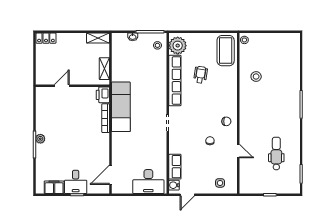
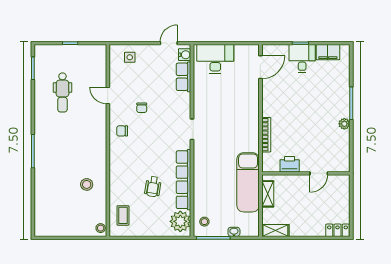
coffee table: (226, 51) -> (123, 215), width x0.54, depth x0.58
printer: (103, 95) -> (290, 164), moved, turned -90
exam couch: (121, 107) -> (248, 182), moved
plant: (40, 139) -> (344, 124), moved

